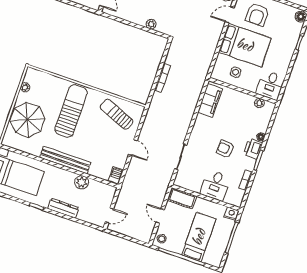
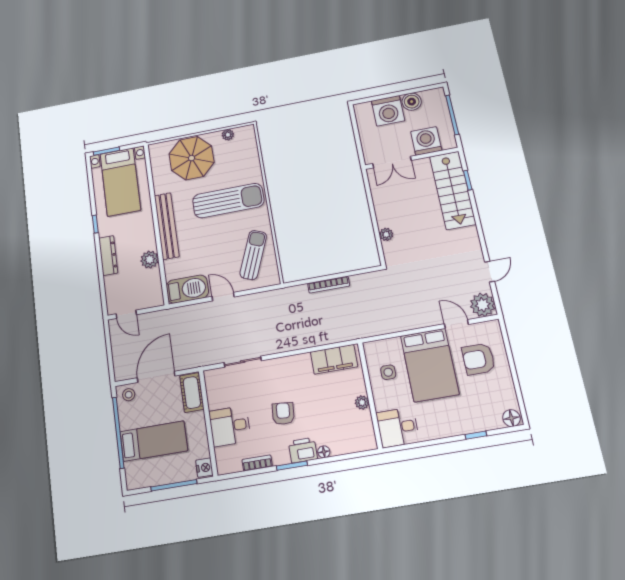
plant: (259, 103) -> (362, 402), moved
door: (133, 148) -> (223, 297), swing flipped
barbecue: (116, 175) -> (187, 289), width x1.88, depth x1.53
door: (160, 216) -> (156, 377), width x1.87

